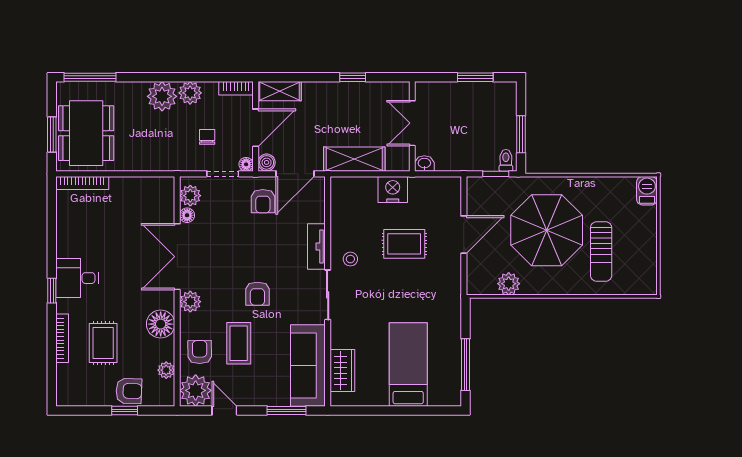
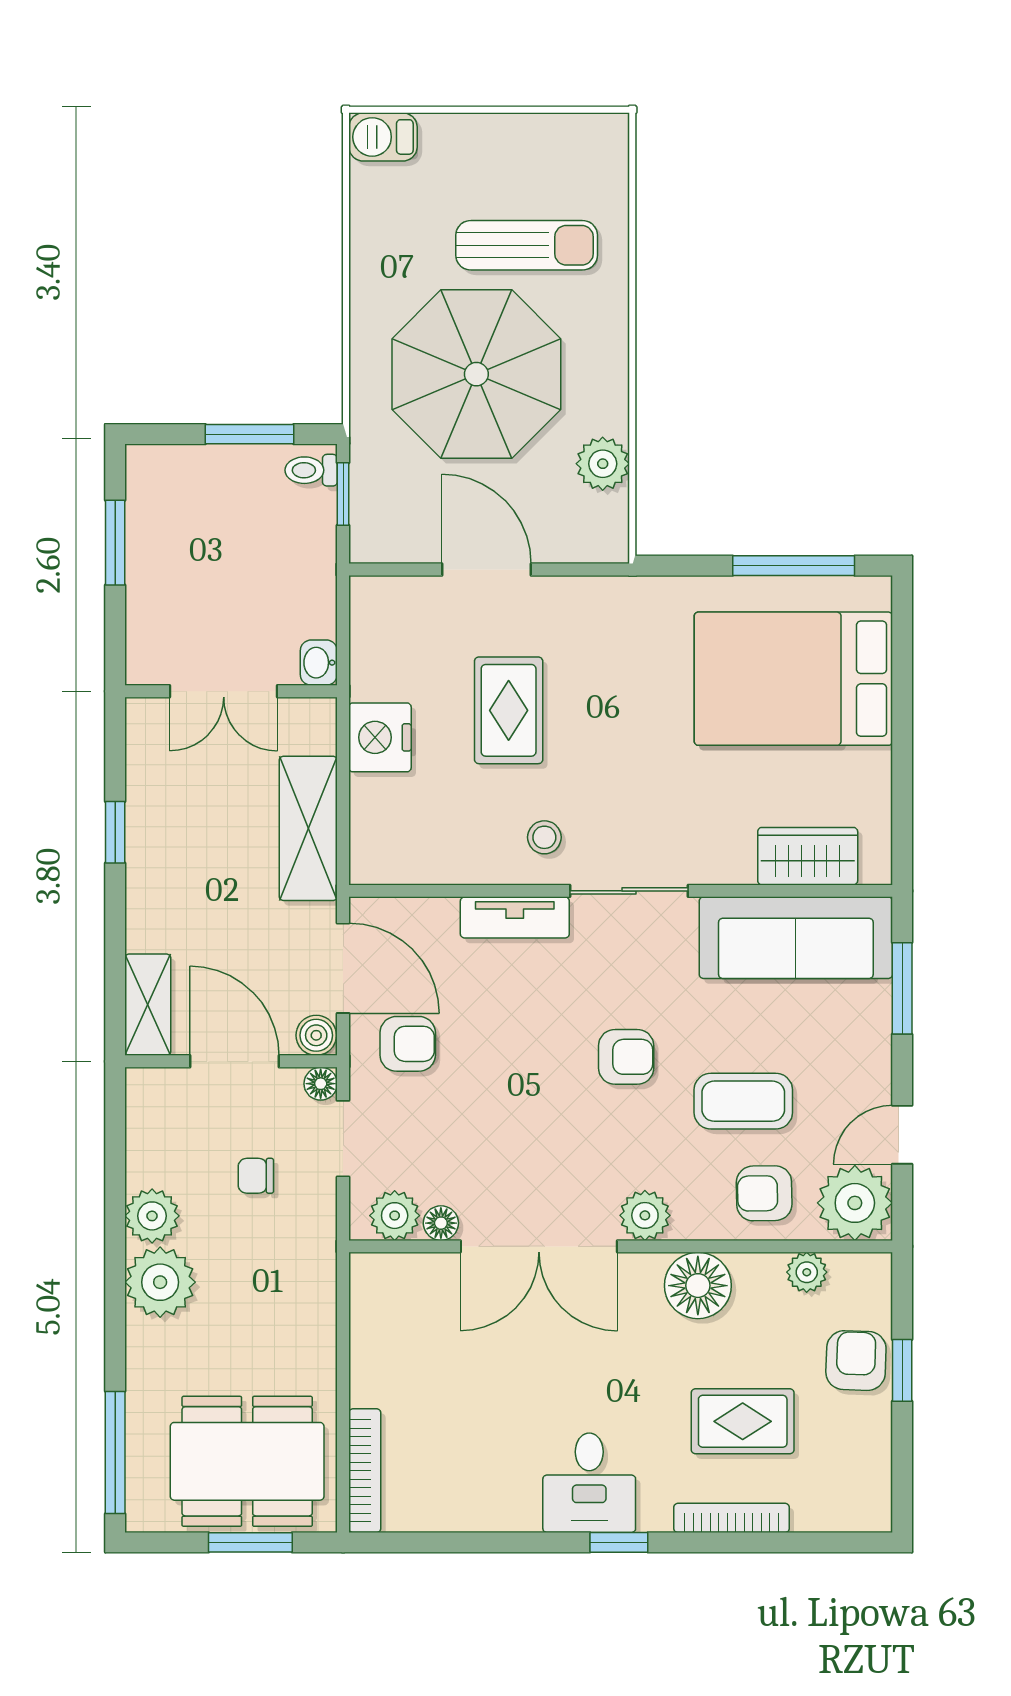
bookcase: (236, 88) -> (141, 1108), removed
bed: (408, 364) -> (793, 679), width x1.50

